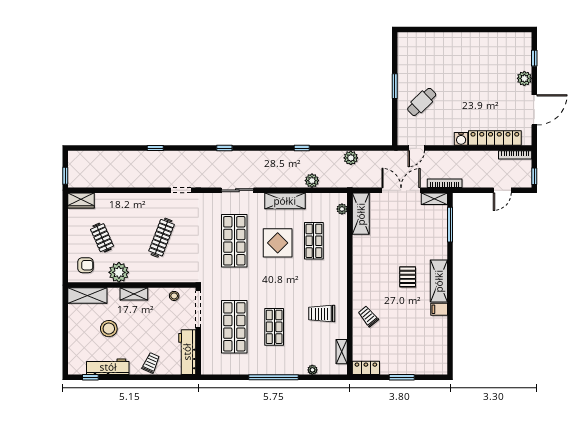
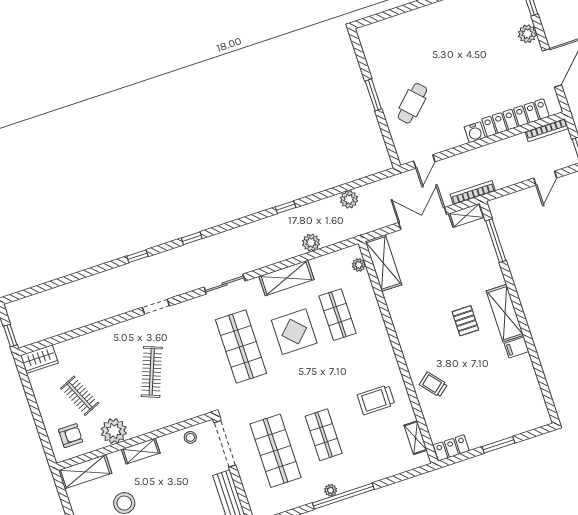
window: (155, 148) -> (137, 256), moved
plant: (312, 370) -> (331, 490), moved

